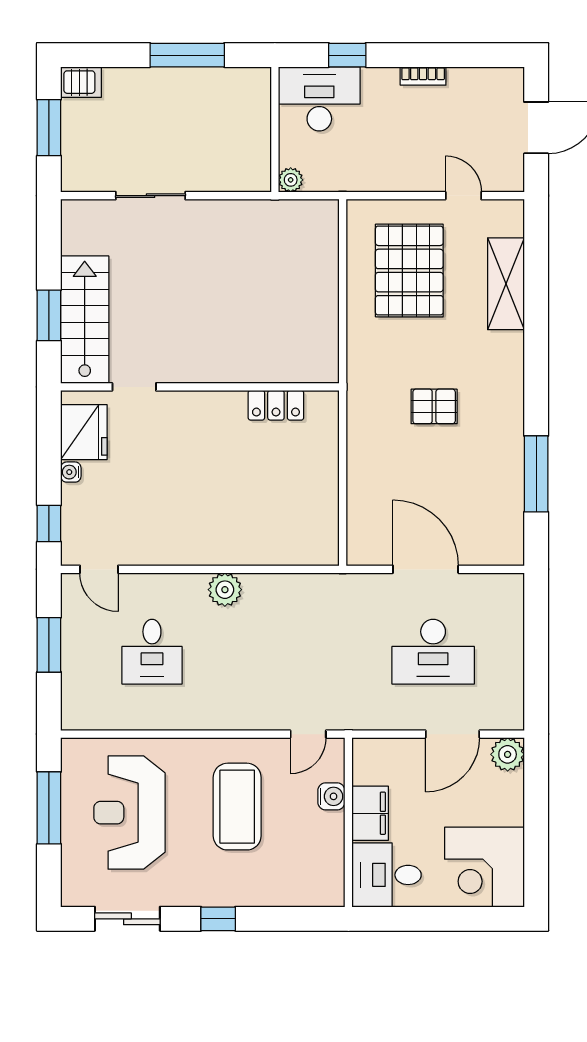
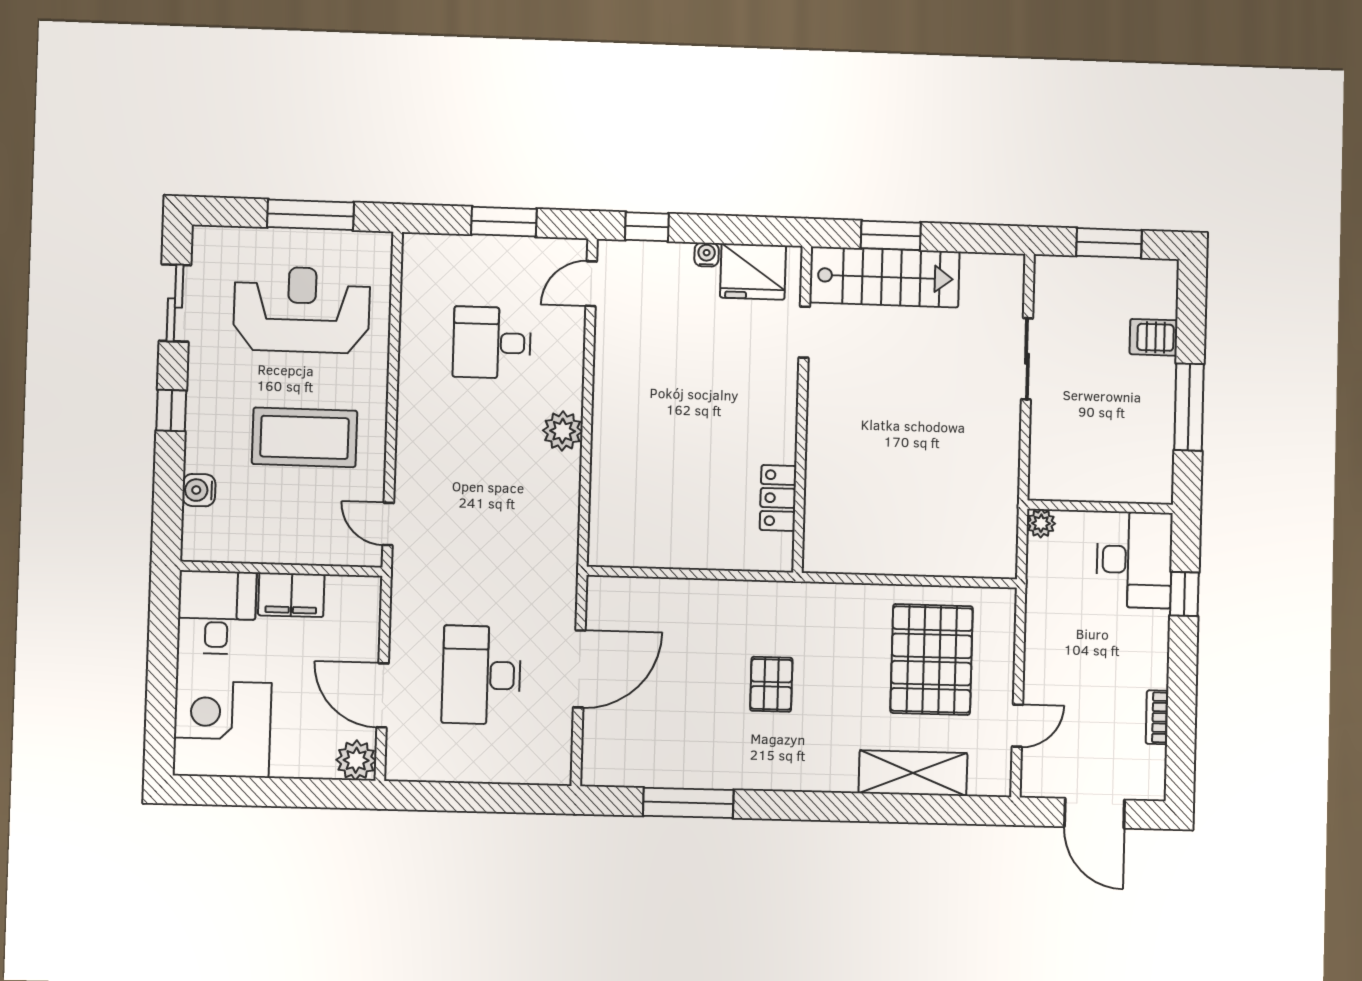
bookcase: (423, 76) -> (1157, 717), moved
server rack: (81, 82) -> (1154, 337), moved, turned 90
pallet: (409, 271) -> (932, 659), turned 90
water cooler: (331, 796) -> (199, 490), moved, turned 90

